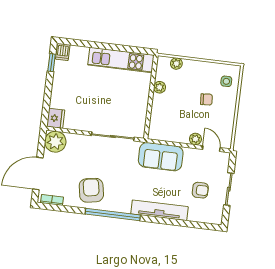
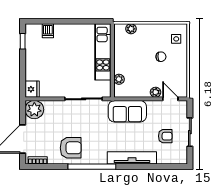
dishwasher: (63, 52) -> (48, 31), moved
kitchen unit: (121, 60) -> (103, 52), moved, turned 90
plant: (160, 87) -> (119, 79), moved
armchair: (91, 190) -> (71, 148), turned 100

